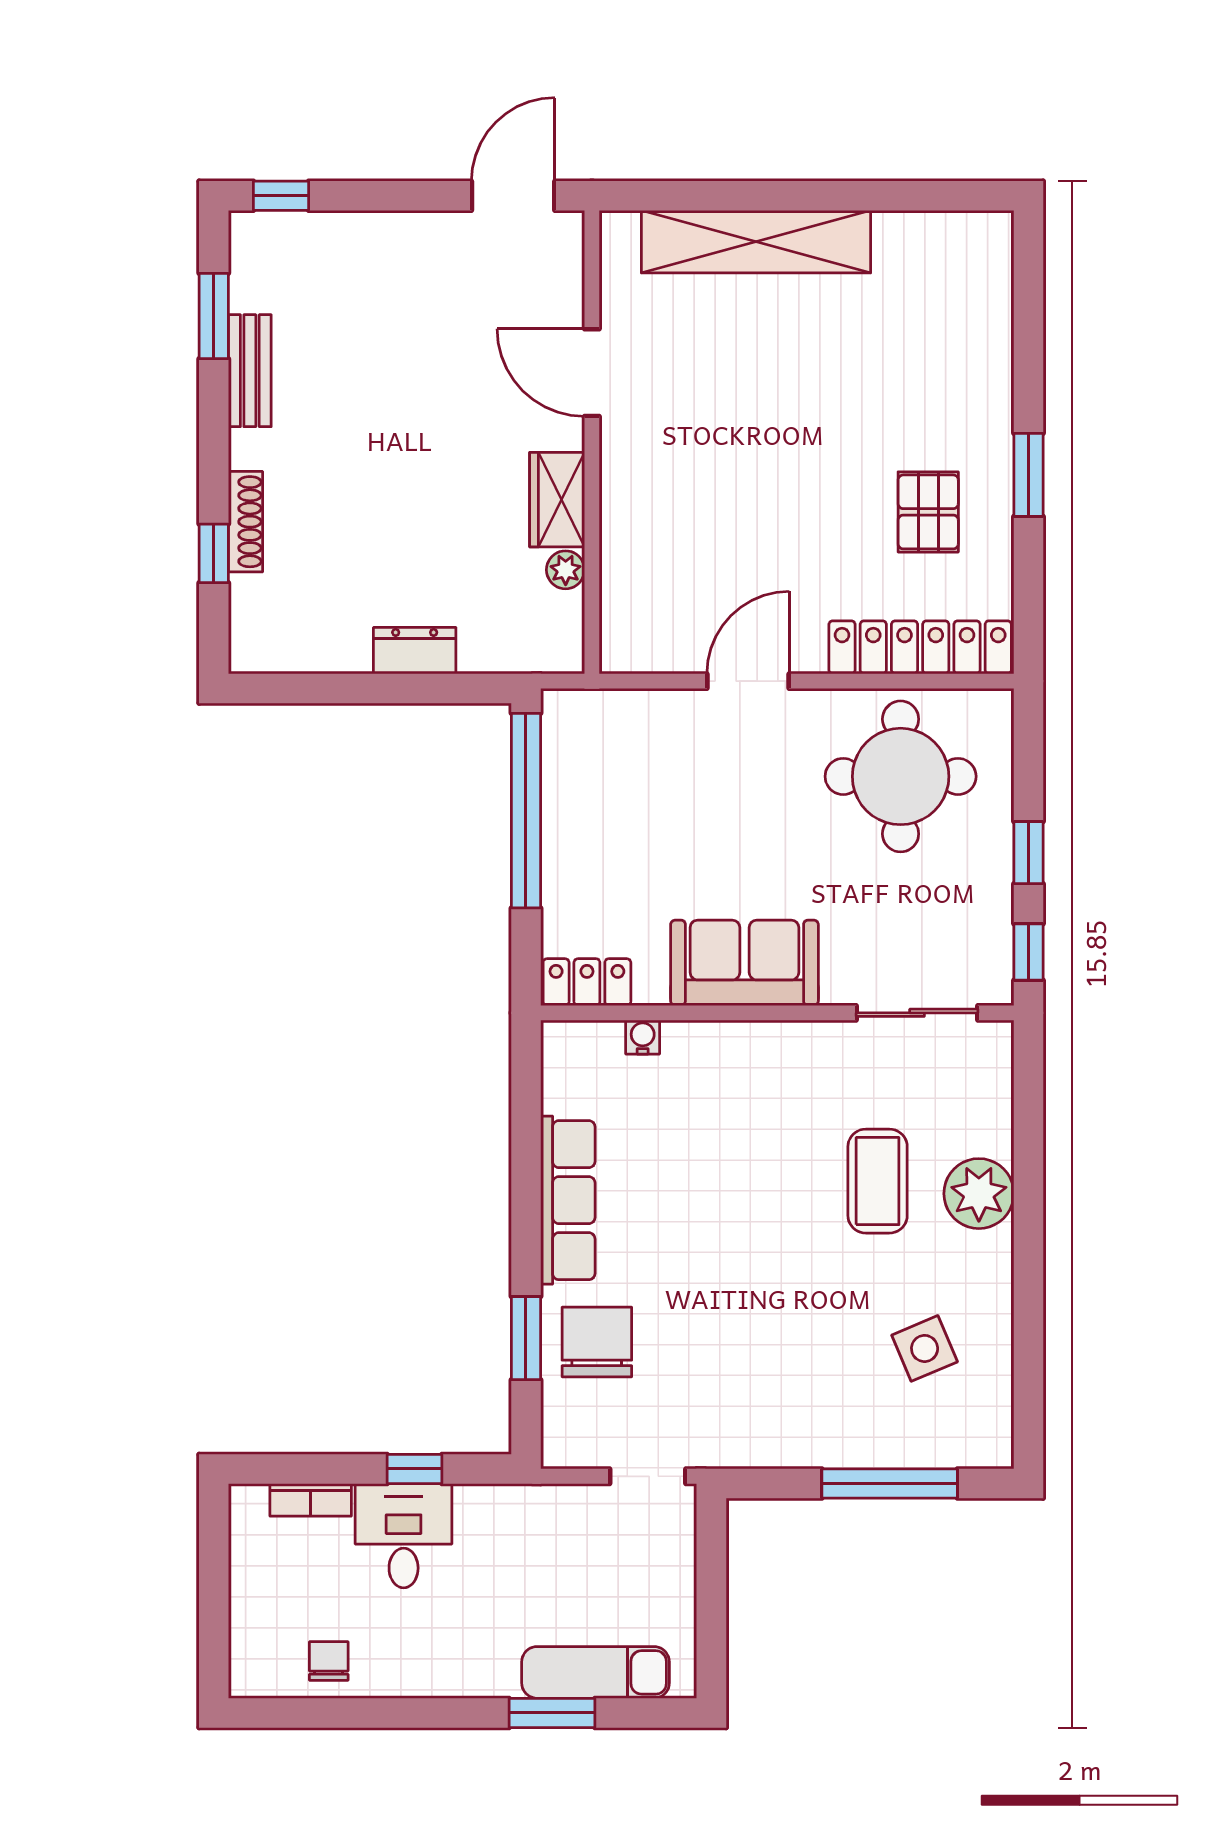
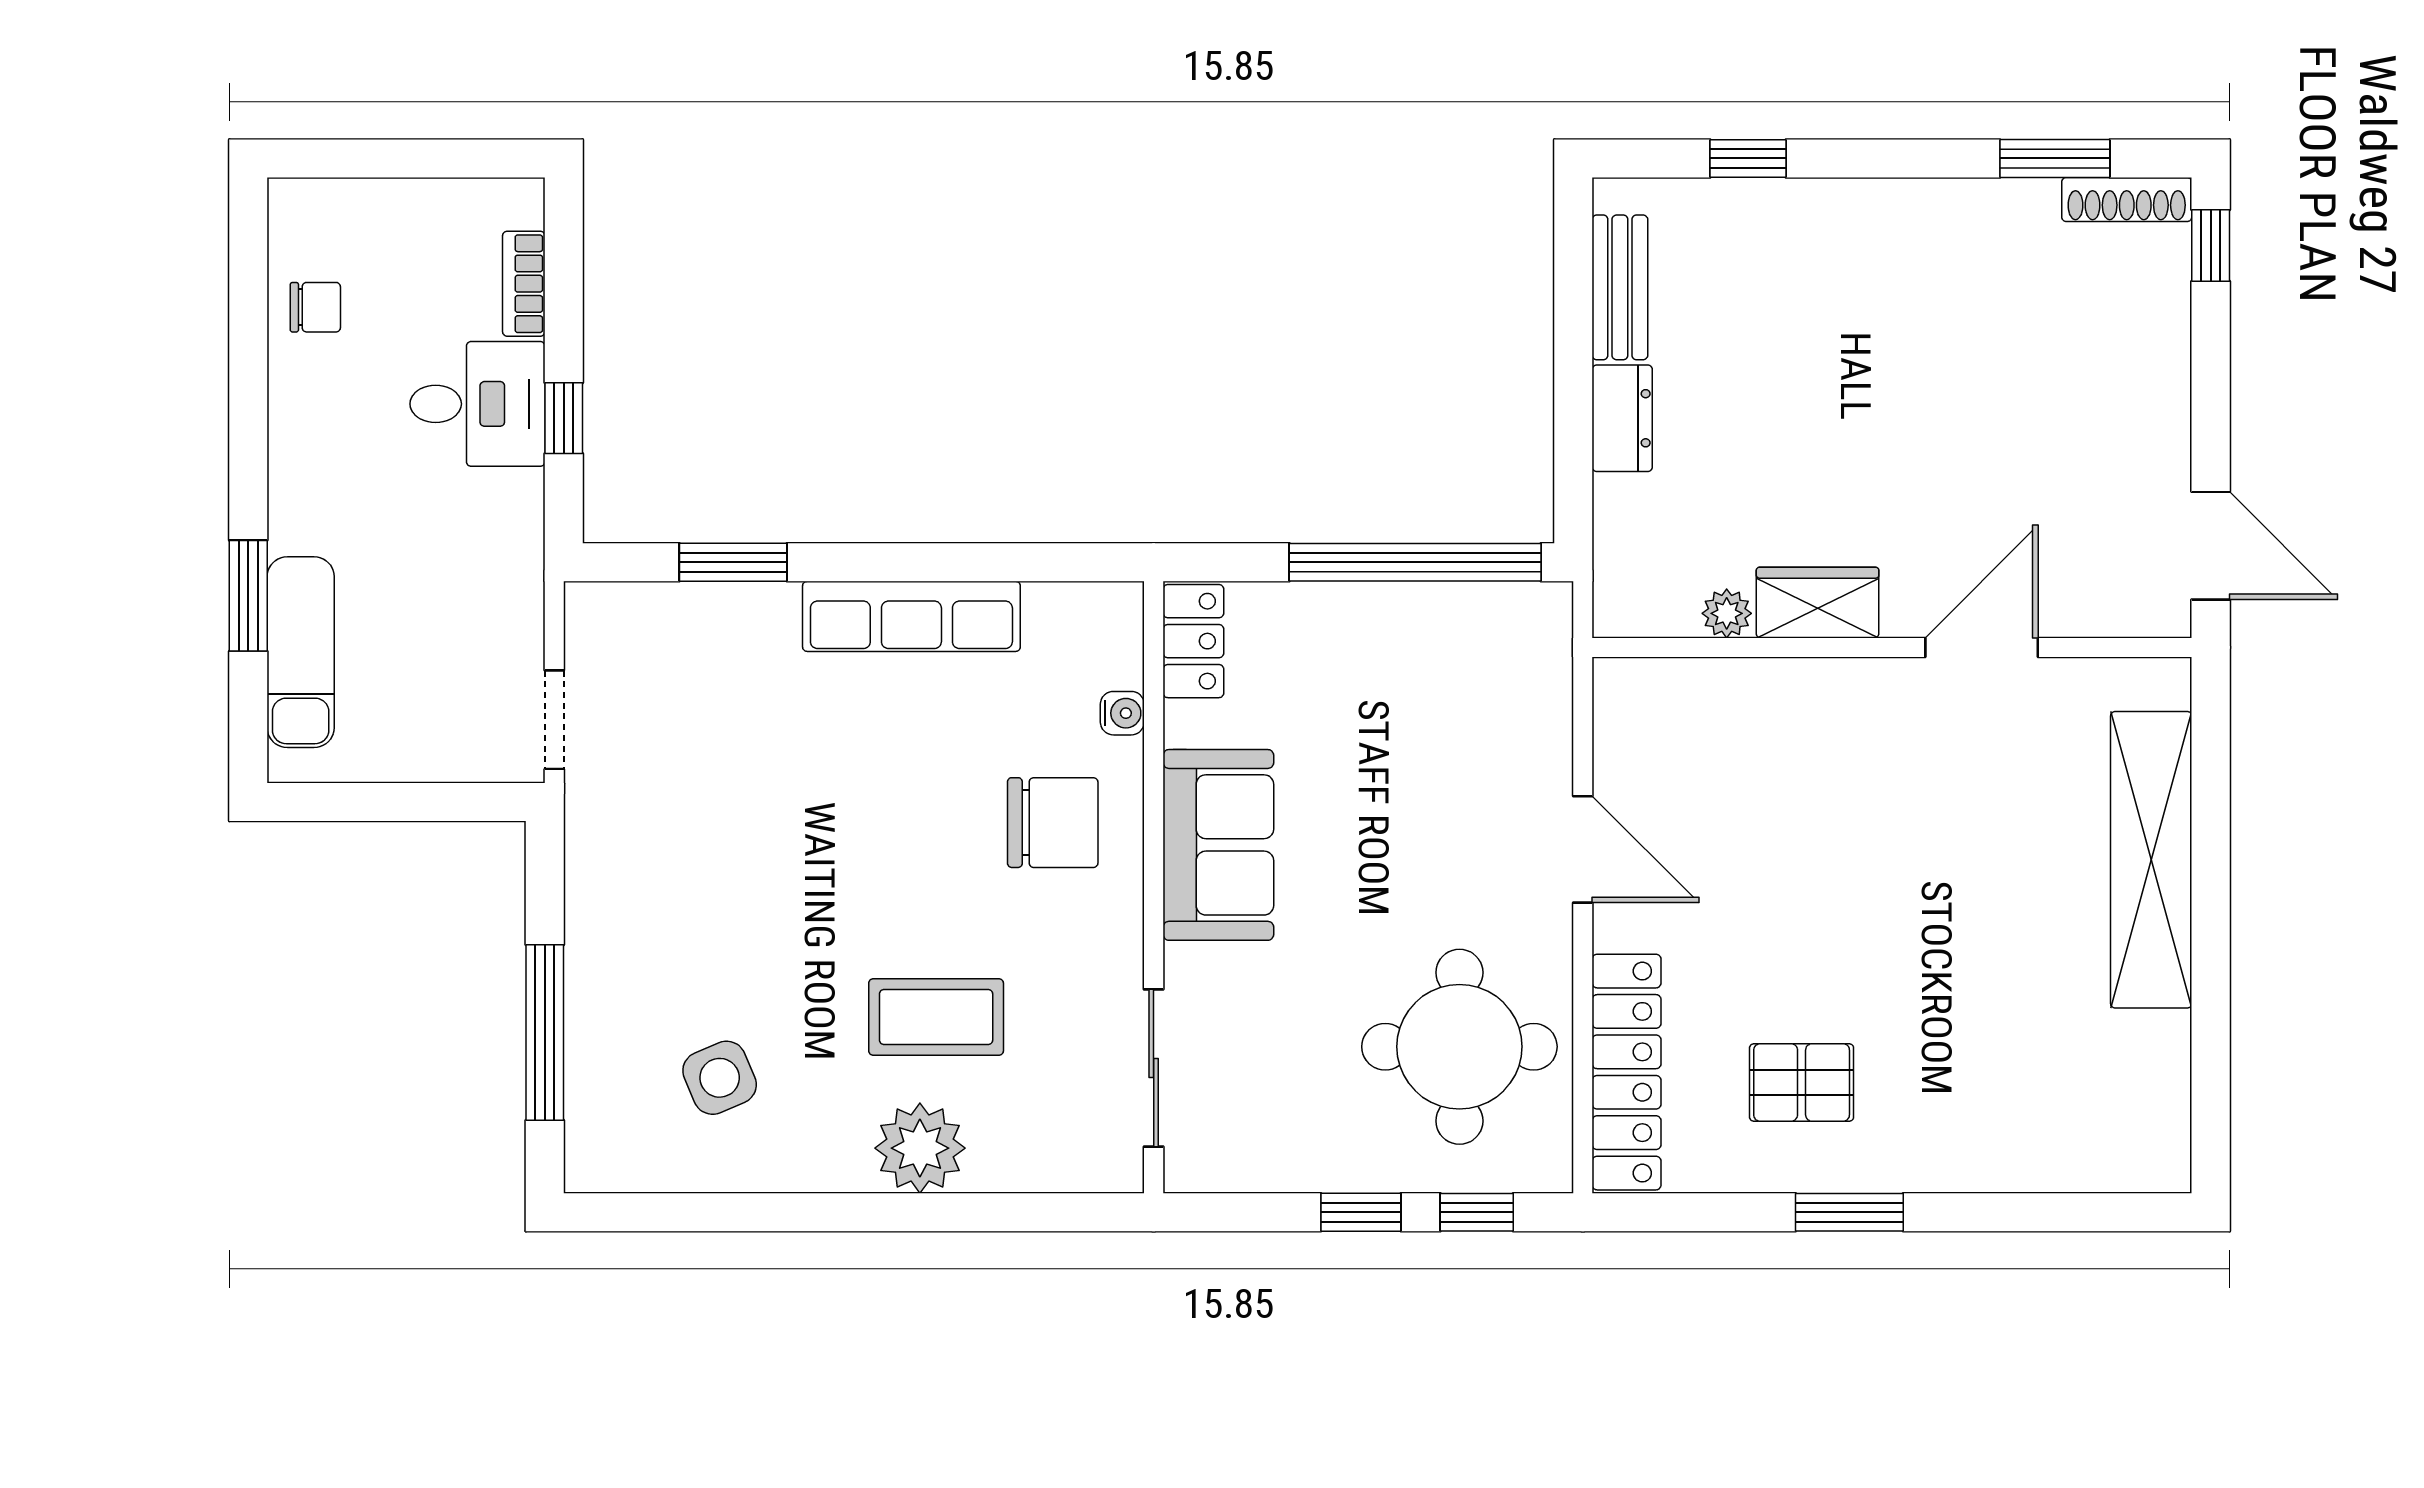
bench: (250, 371) -> (1620, 287), moved, turned 90
shoe rack: (245, 522) -> (2127, 199), moved
window: (1028, 952) -> (1477, 1212), moved
chair: (597, 1342) -> (1053, 823), moved

